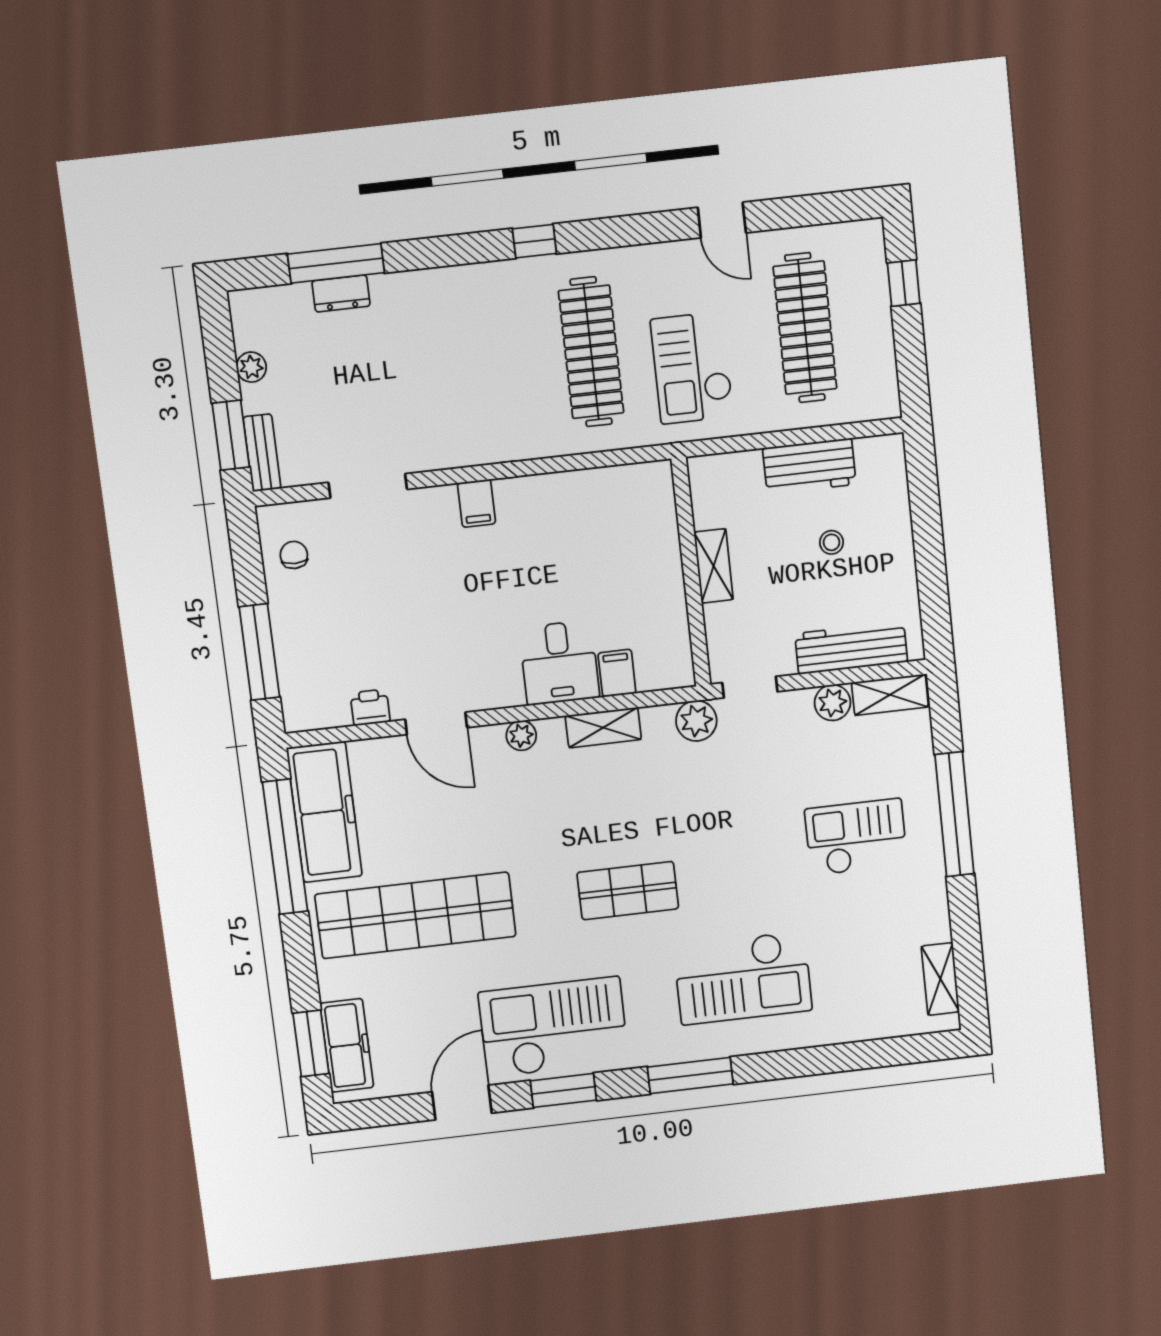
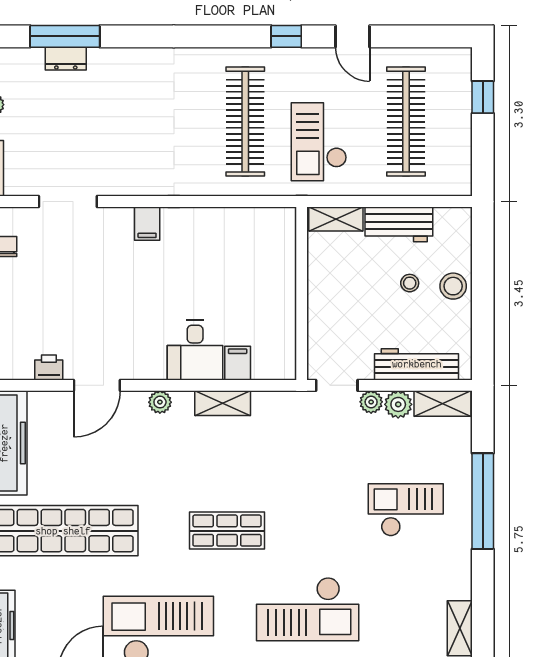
window: (534, 241) -> (286, 36), moved
stool: (889, 540) -> (453, 286), added
shelving: (714, 566) -> (336, 219), moved, turned 90
plant: (696, 721) -> (371, 402), moved, width x0.73, depth x0.73
door: (436, 723) -> (97, 385), hinge flipped

